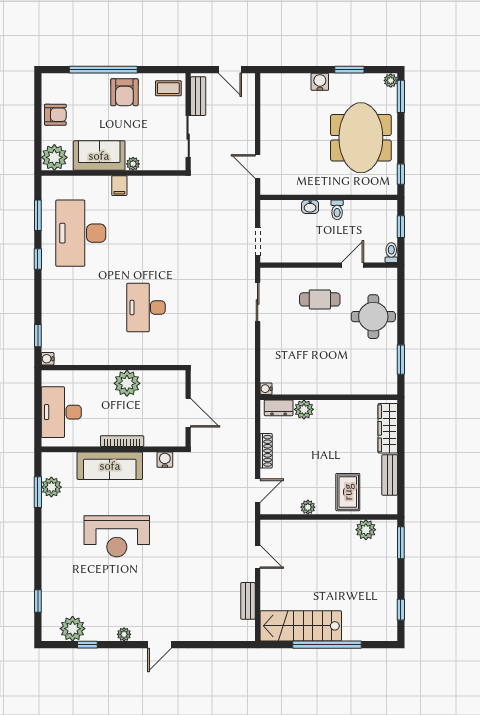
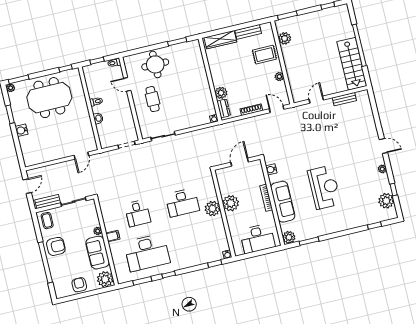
desk: (146, 233) -> (138, 213), added
plant: (125, 353) -> (213, 209), added
plant: (51, 487) -> (289, 237), moved

